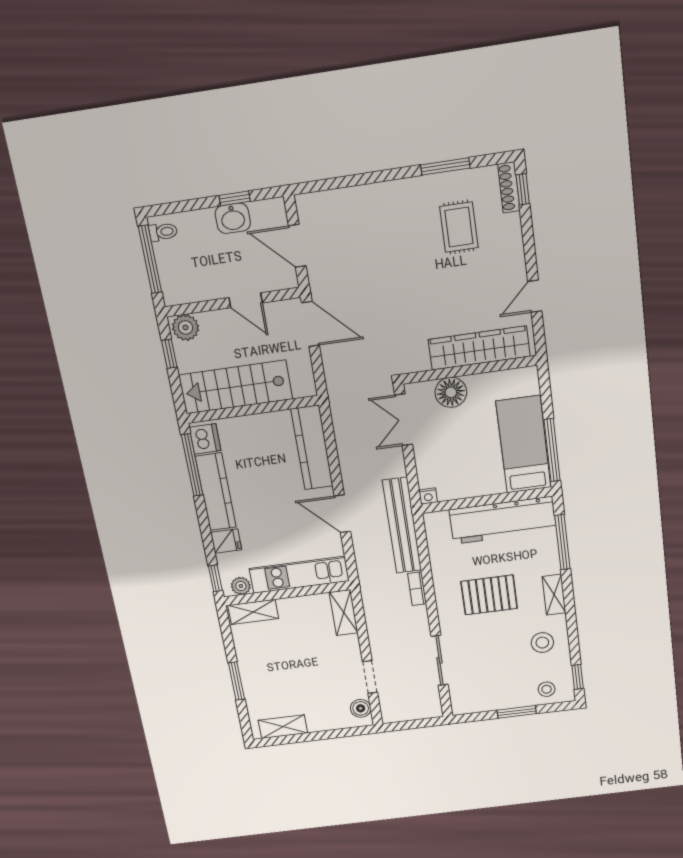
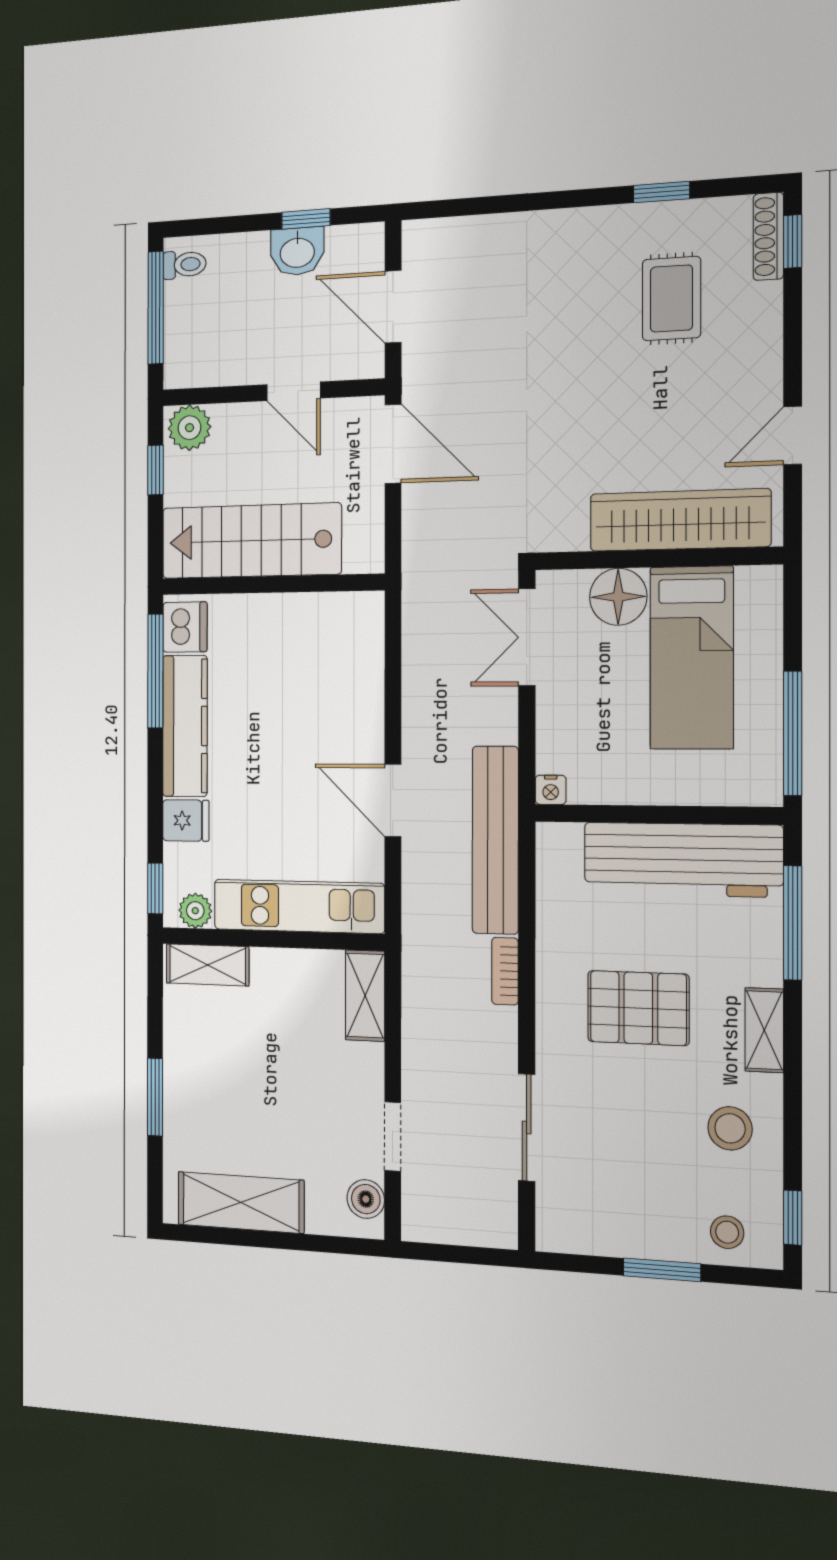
window: (445, 166) -> (661, 192), width x0.67
bed: (523, 445) -> (692, 658), moved, turned 180
kitchen counter: (312, 448) -> (360, 668), removed
shelving: (283, 727) -> (241, 1202), width x1.50, depth x1.33

